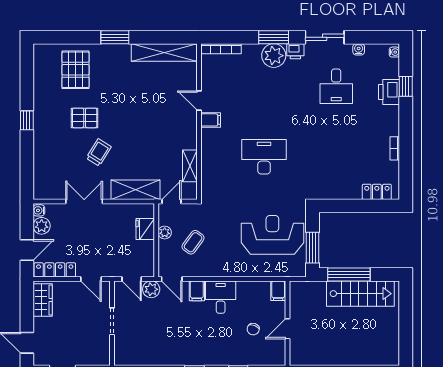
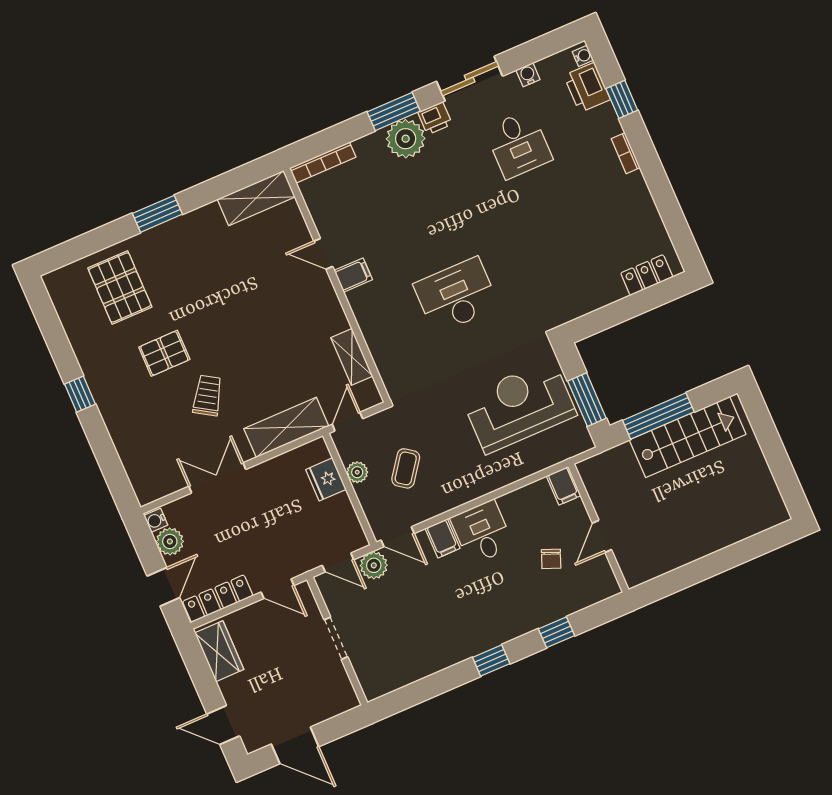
shelving: (164, 53) -> (256, 198), width x0.68
printer: (389, 92) -> (587, 87), moved
bookcase: (395, 148) -> (626, 153), moved

